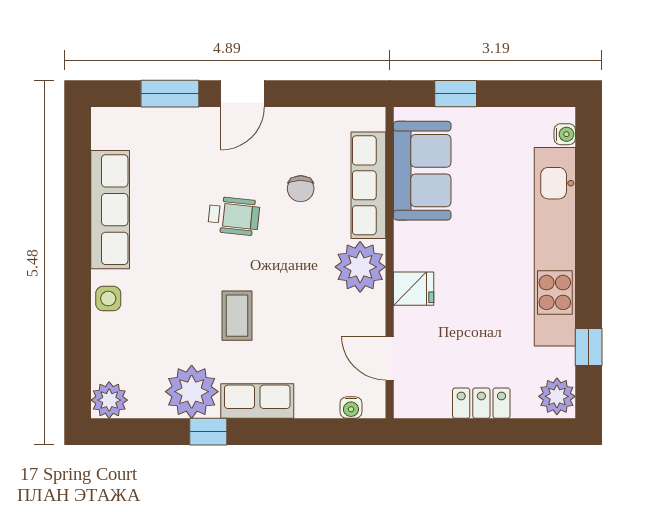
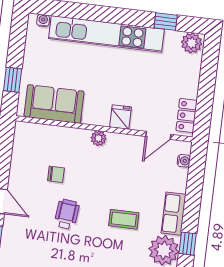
row of seats: (368, 185) -> (59, 136), removed
plant: (360, 267) -> (98, 138), width x0.53, depth x0.53
locker: (481, 403) -> (187, 116), moved

